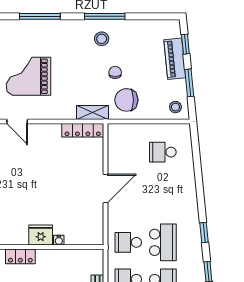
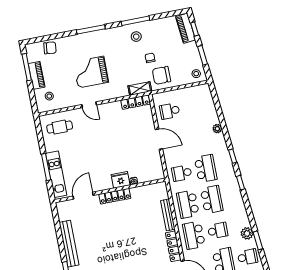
piano: (175, 59) -> (186, 28), moved
school desk: (163, 152) -> (170, 111), moved
door: (105, 189) -> (159, 139), hinge flipped
plant: (190, 190) -> (217, 129), added
locker: (20, 256) -> (115, 196), width x1.53

